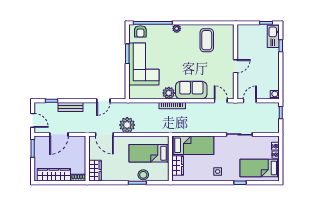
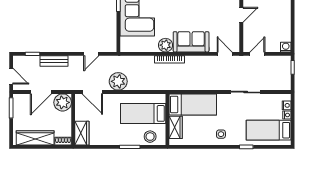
plant: (78, 144) -> (63, 102), added
stool: (143, 175) -> (150, 137), moved

